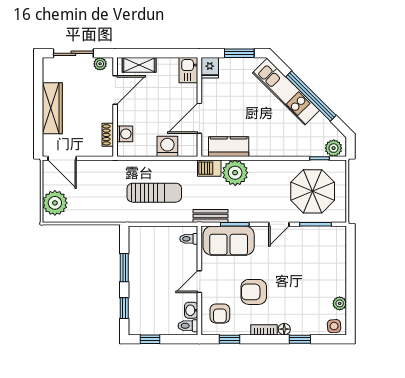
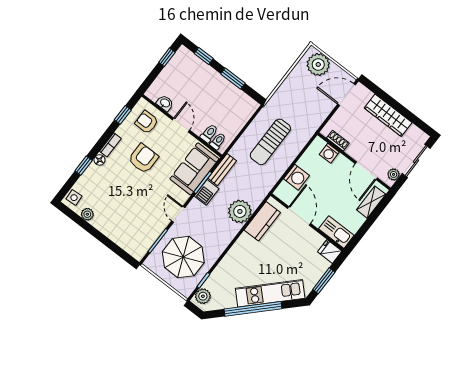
kitchen sink: (188, 70) -> (336, 232), width x1.38
barbecue: (209, 168) -> (207, 192), moved, turned 180
toilet: (188, 326) -> (209, 133), moved

